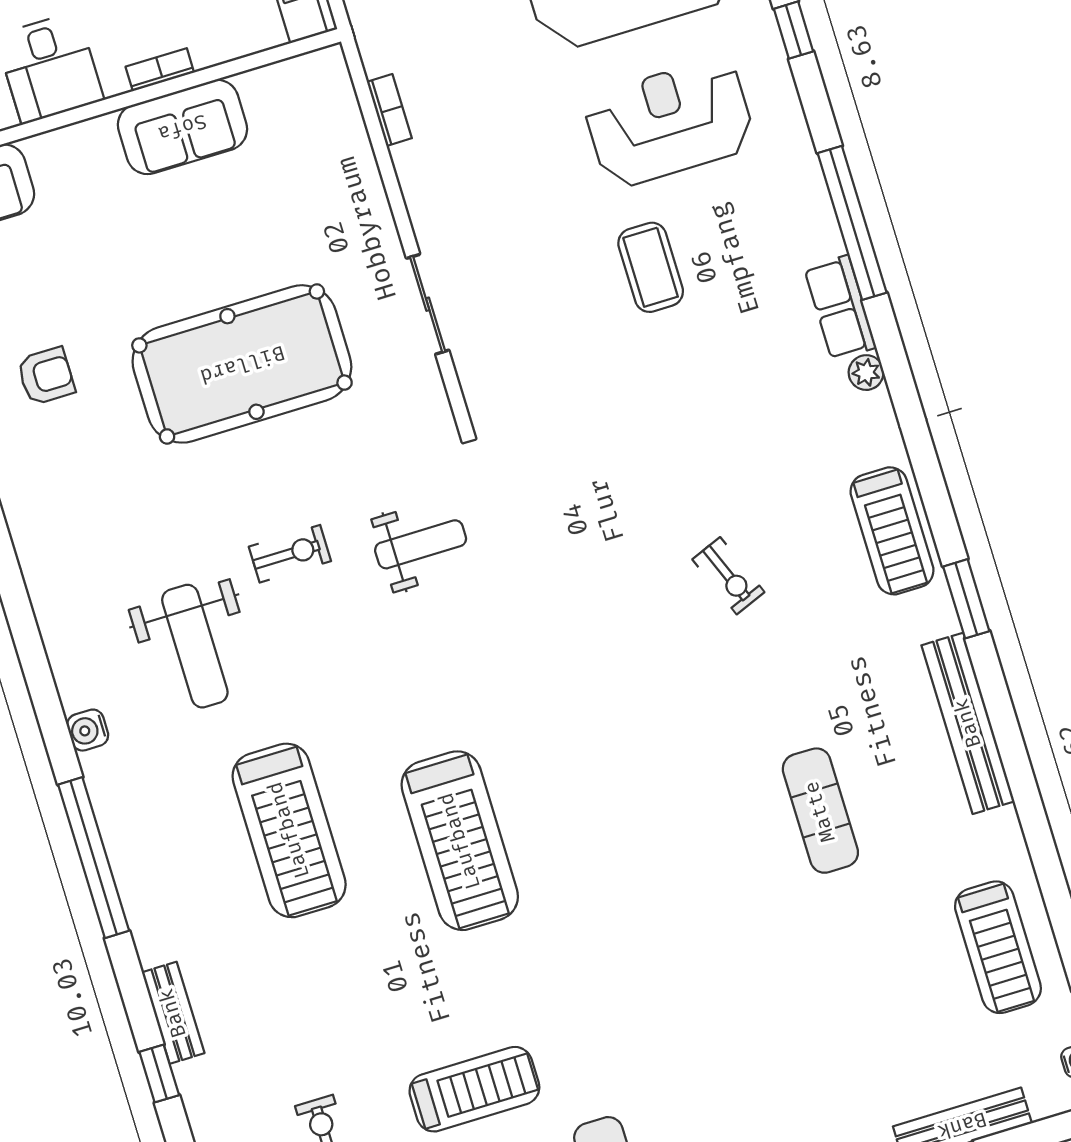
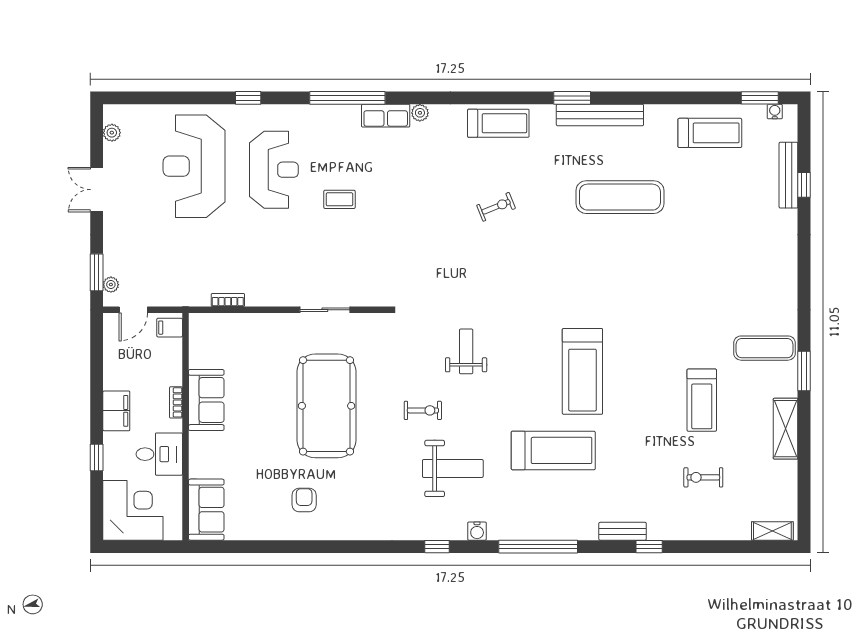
reception desk: (669, 122) -> (274, 170), turned 180
coffee table: (651, 267) -> (339, 199), width x0.73, depth x0.77
weight bench: (421, 544) -> (466, 351), moved
exercise bike: (290, 554) -> (423, 410), turned 90
window: (966, 599) -> (572, 98), moved
window: (34, 661) -> (437, 547), added
exercise mat: (820, 811) -> (620, 197), width x1.36, depth x1.45
treadmill: (460, 841) -> (582, 371), turned 90
treadmill: (474, 1089) -> (702, 400), turned 180

